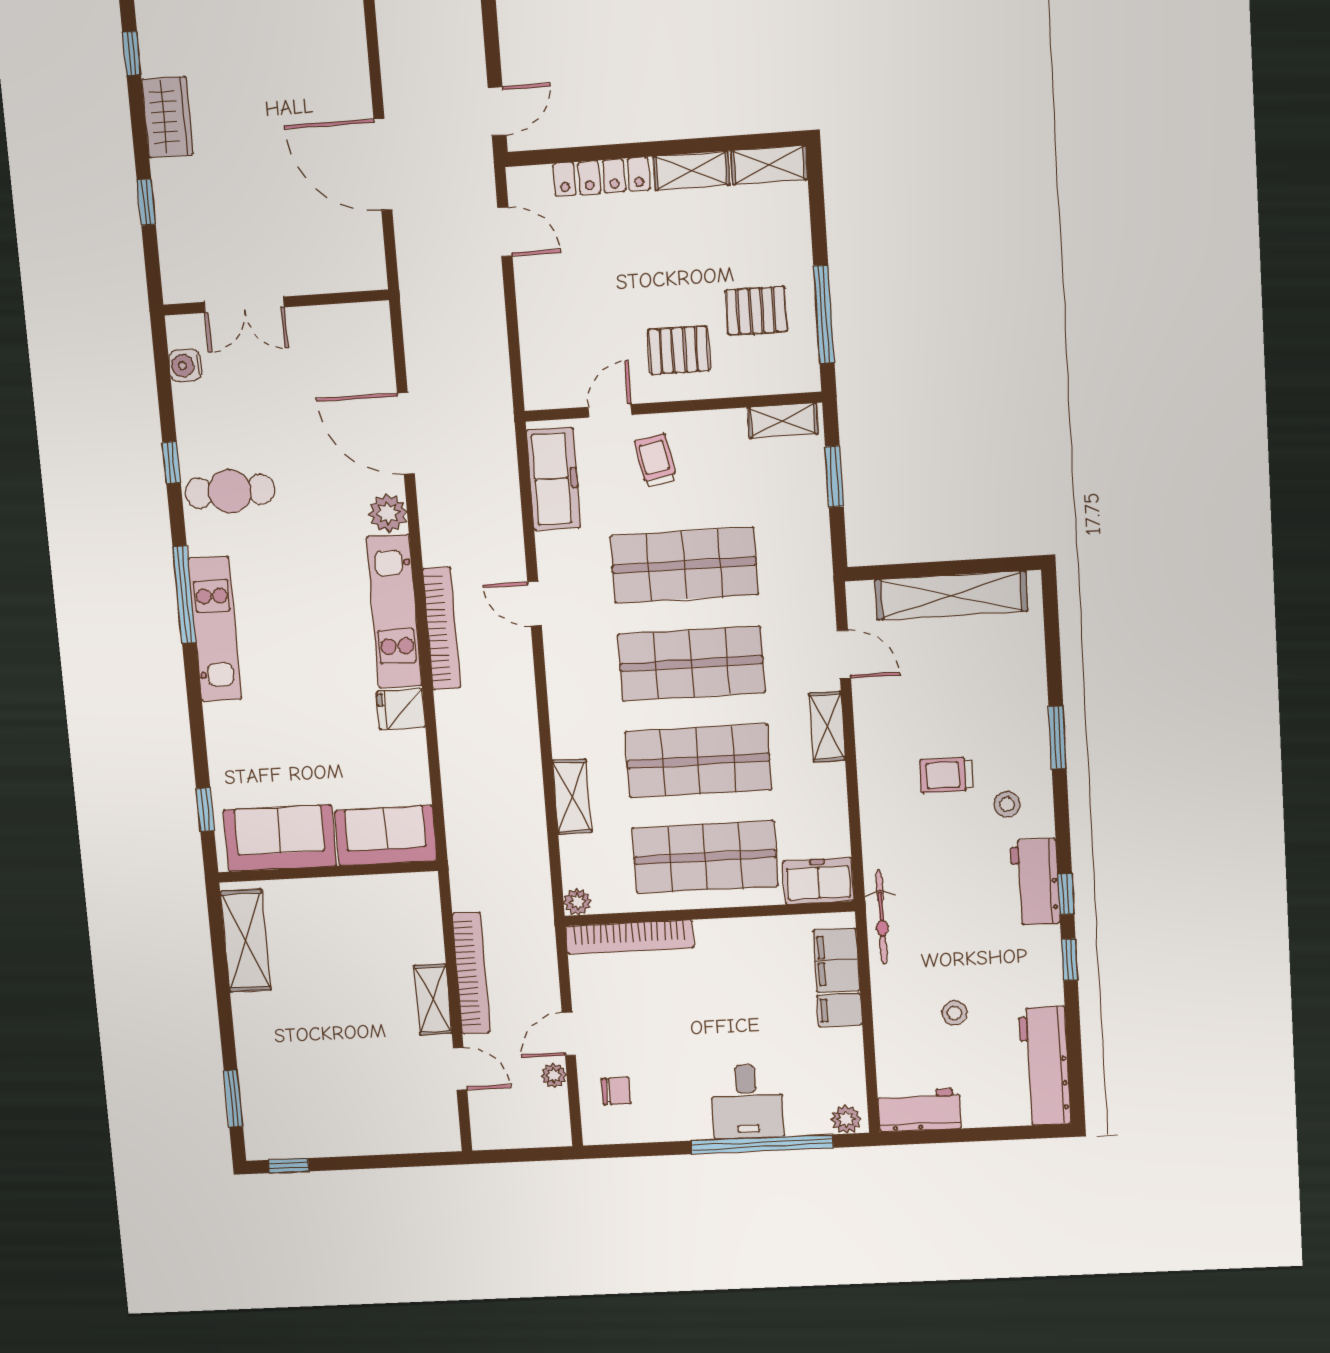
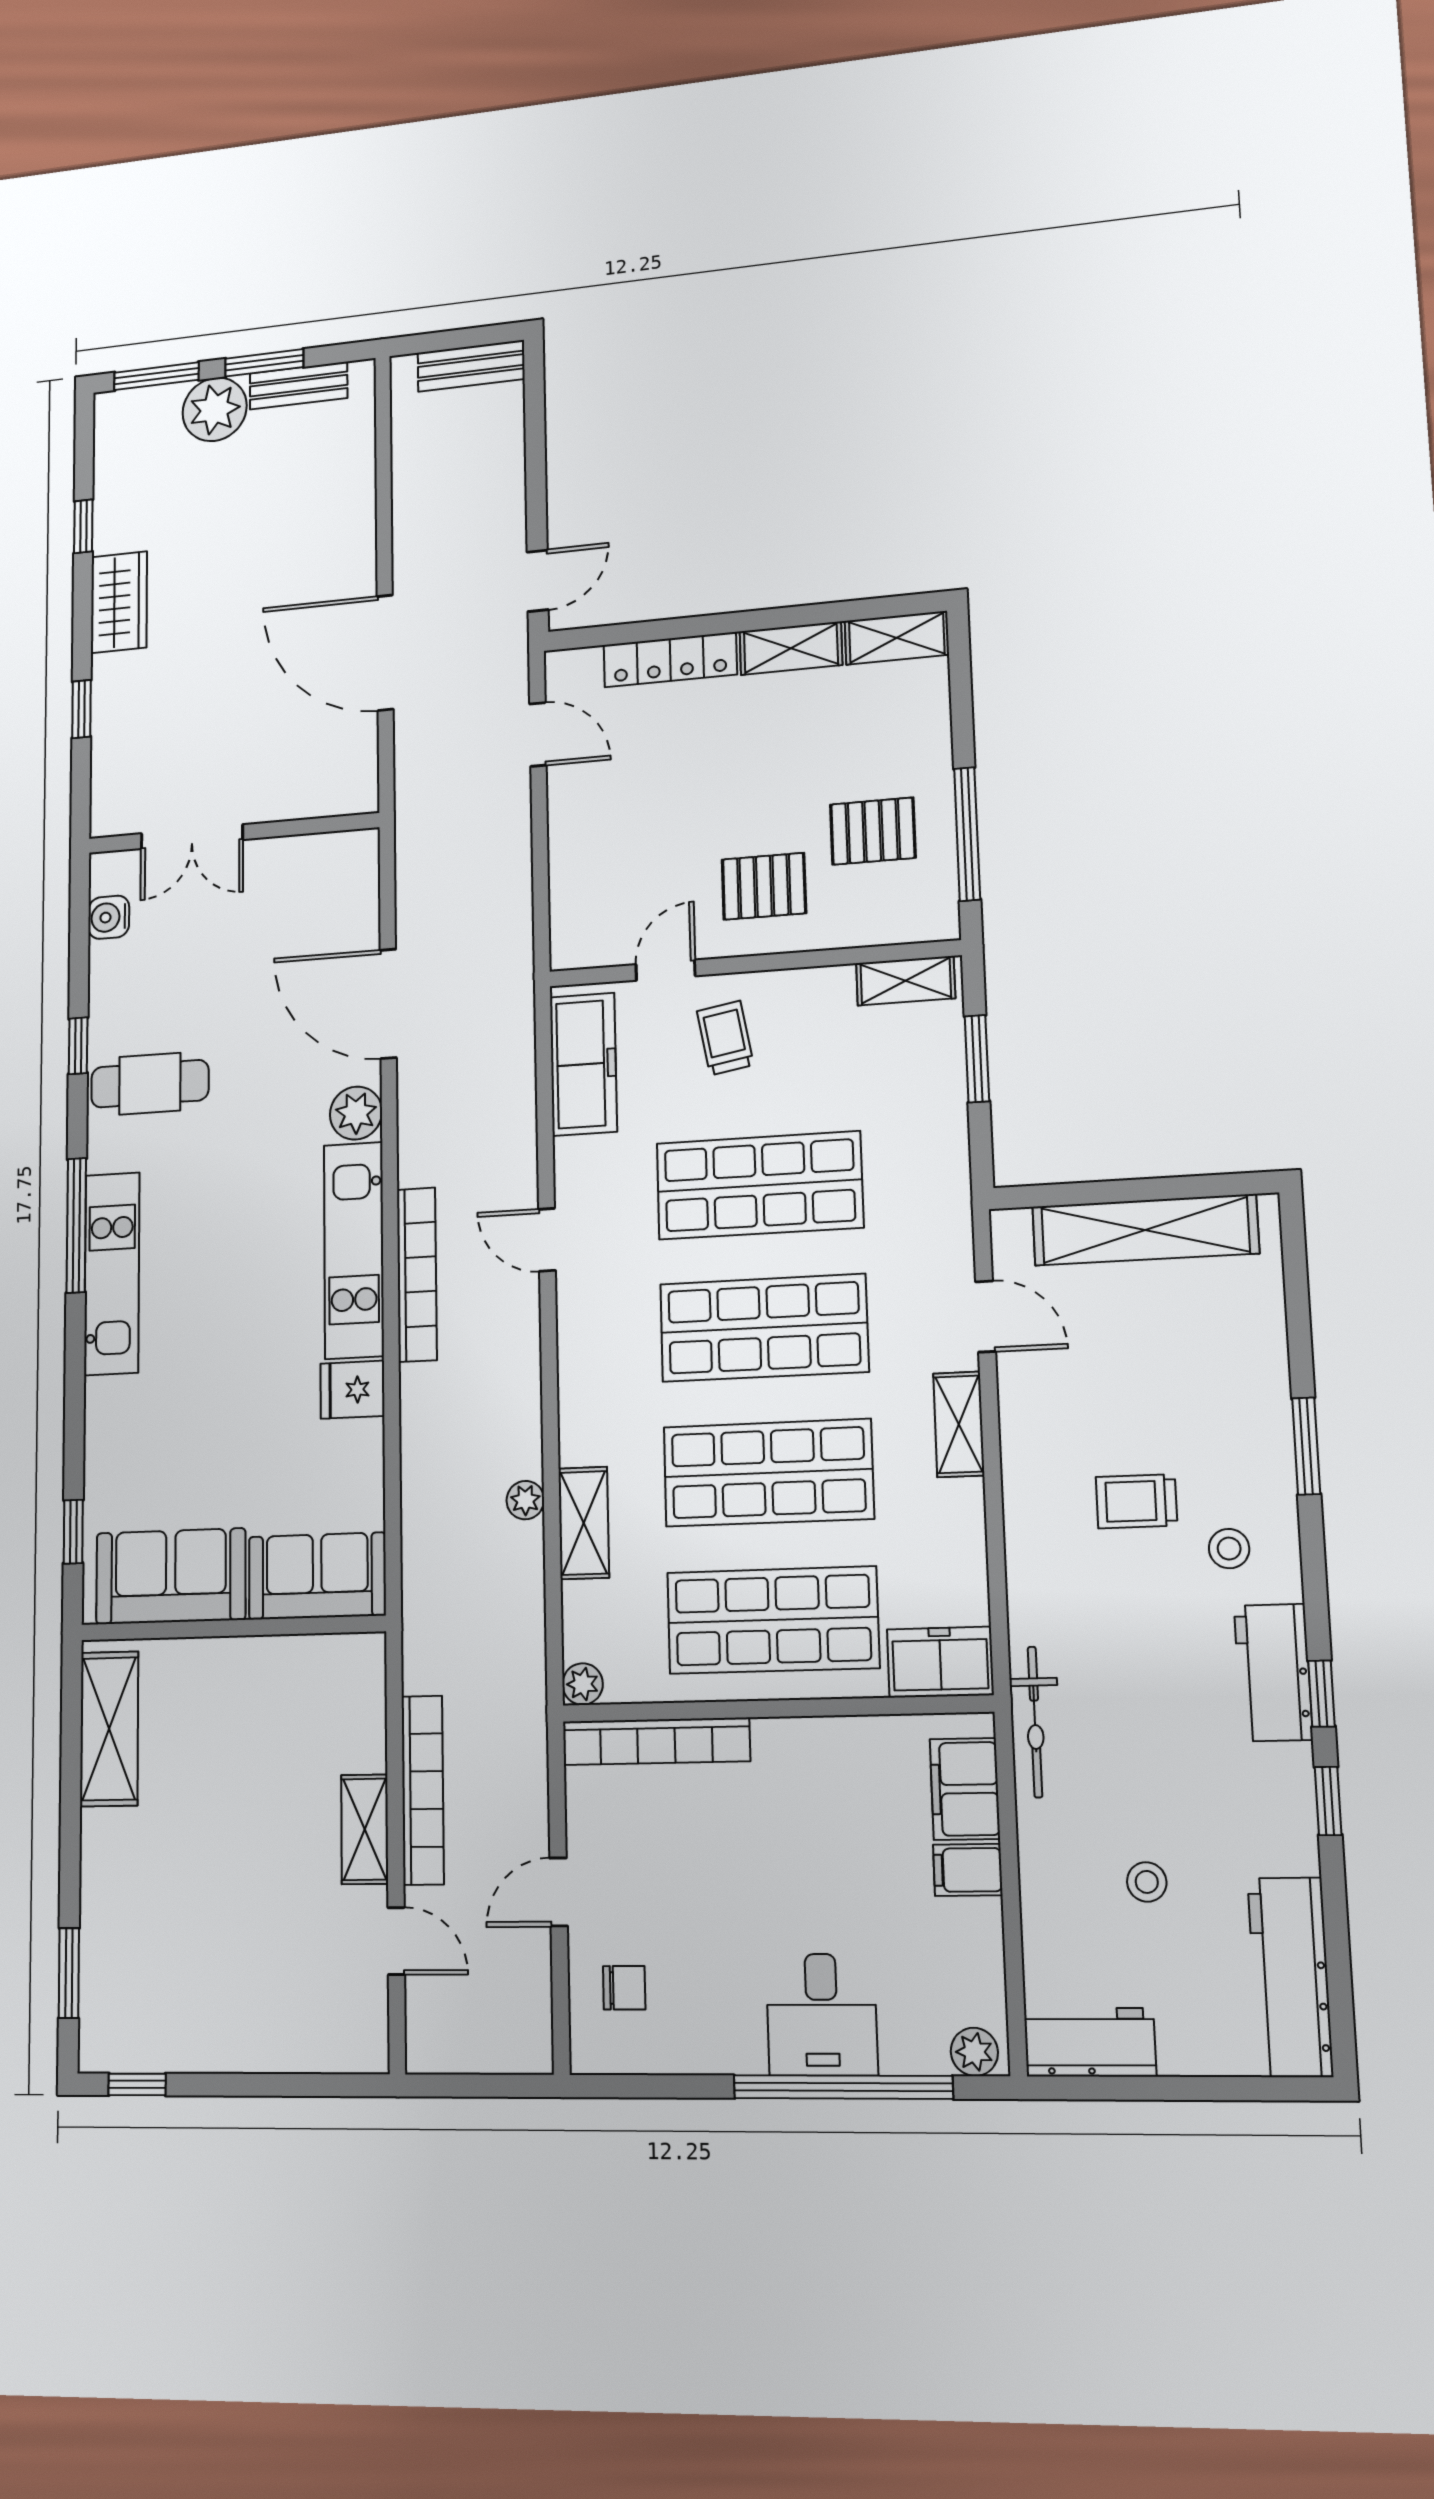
plant: (554, 1075) -> (525, 1500), moved

